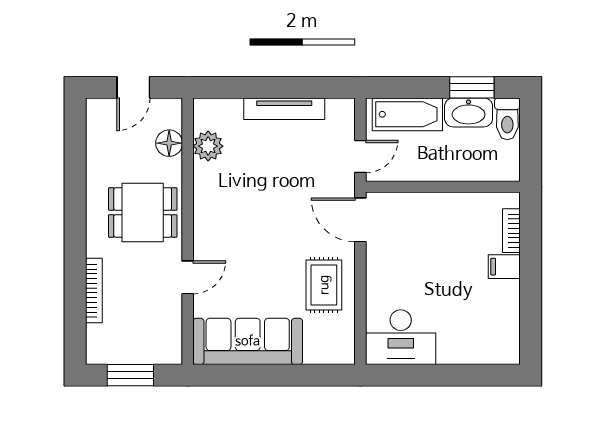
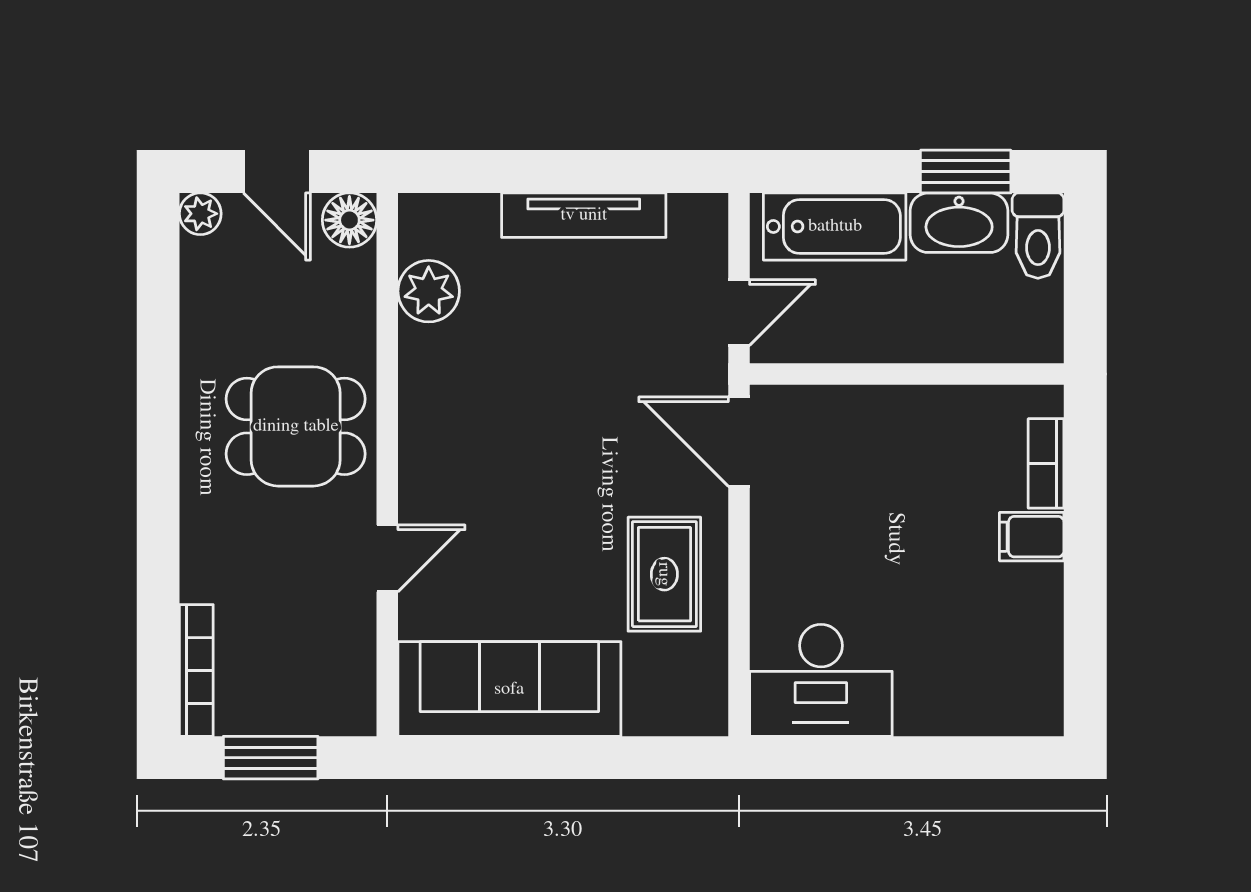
door: (133, 87) -> (277, 172), hinge flipped
plant: (96, 108) -> (200, 214), added
floor lamp: (169, 143) -> (349, 220), moved
bookcase: (94, 291) -> (196, 670), moved

